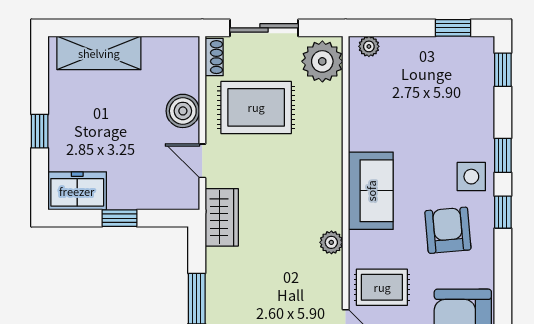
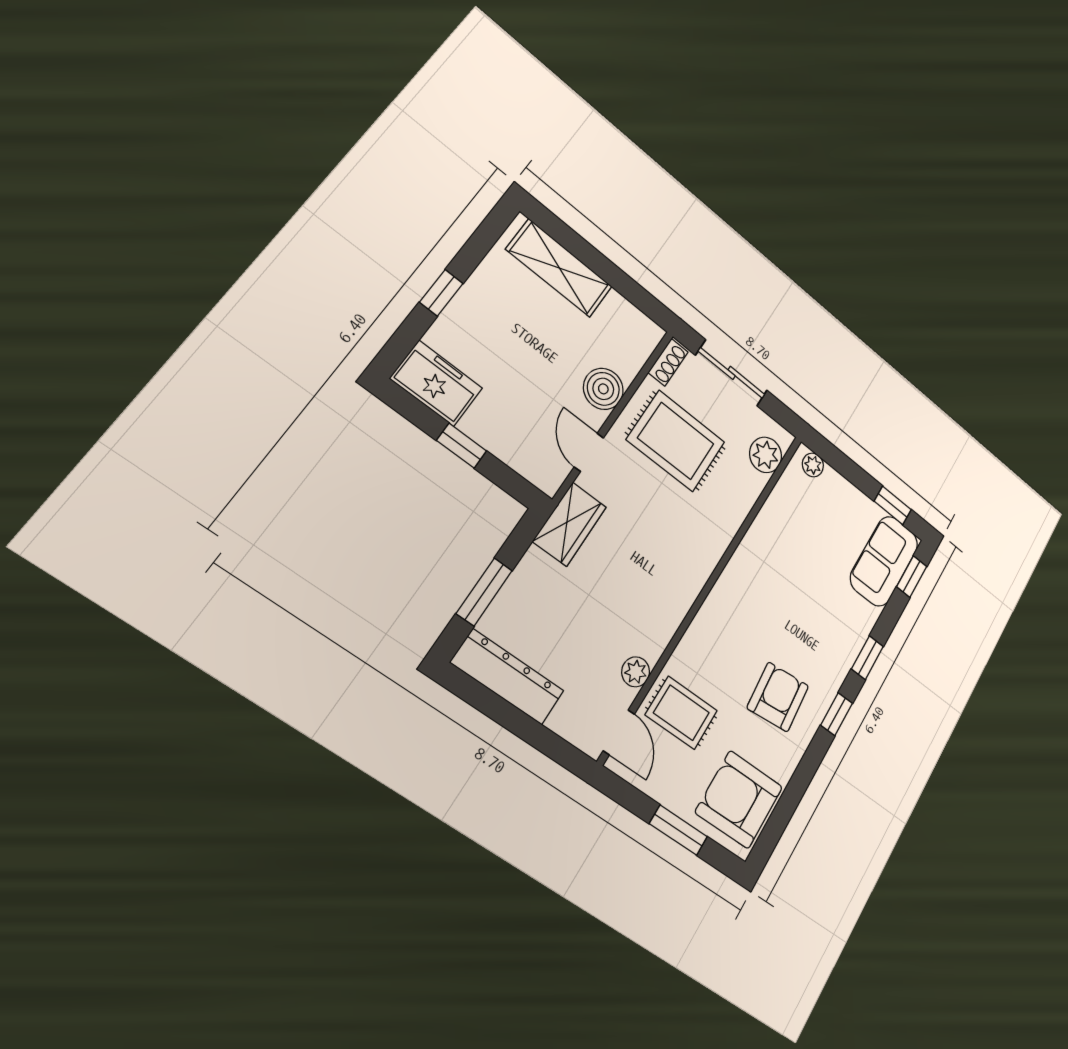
plant: (322, 61) -> (766, 455), width x0.73, depth x0.73
side table: (471, 177) -> (829, 658), removed
sofa: (371, 191) -> (884, 561), moved, turned 180
plant: (331, 242) -> (636, 672), moved

